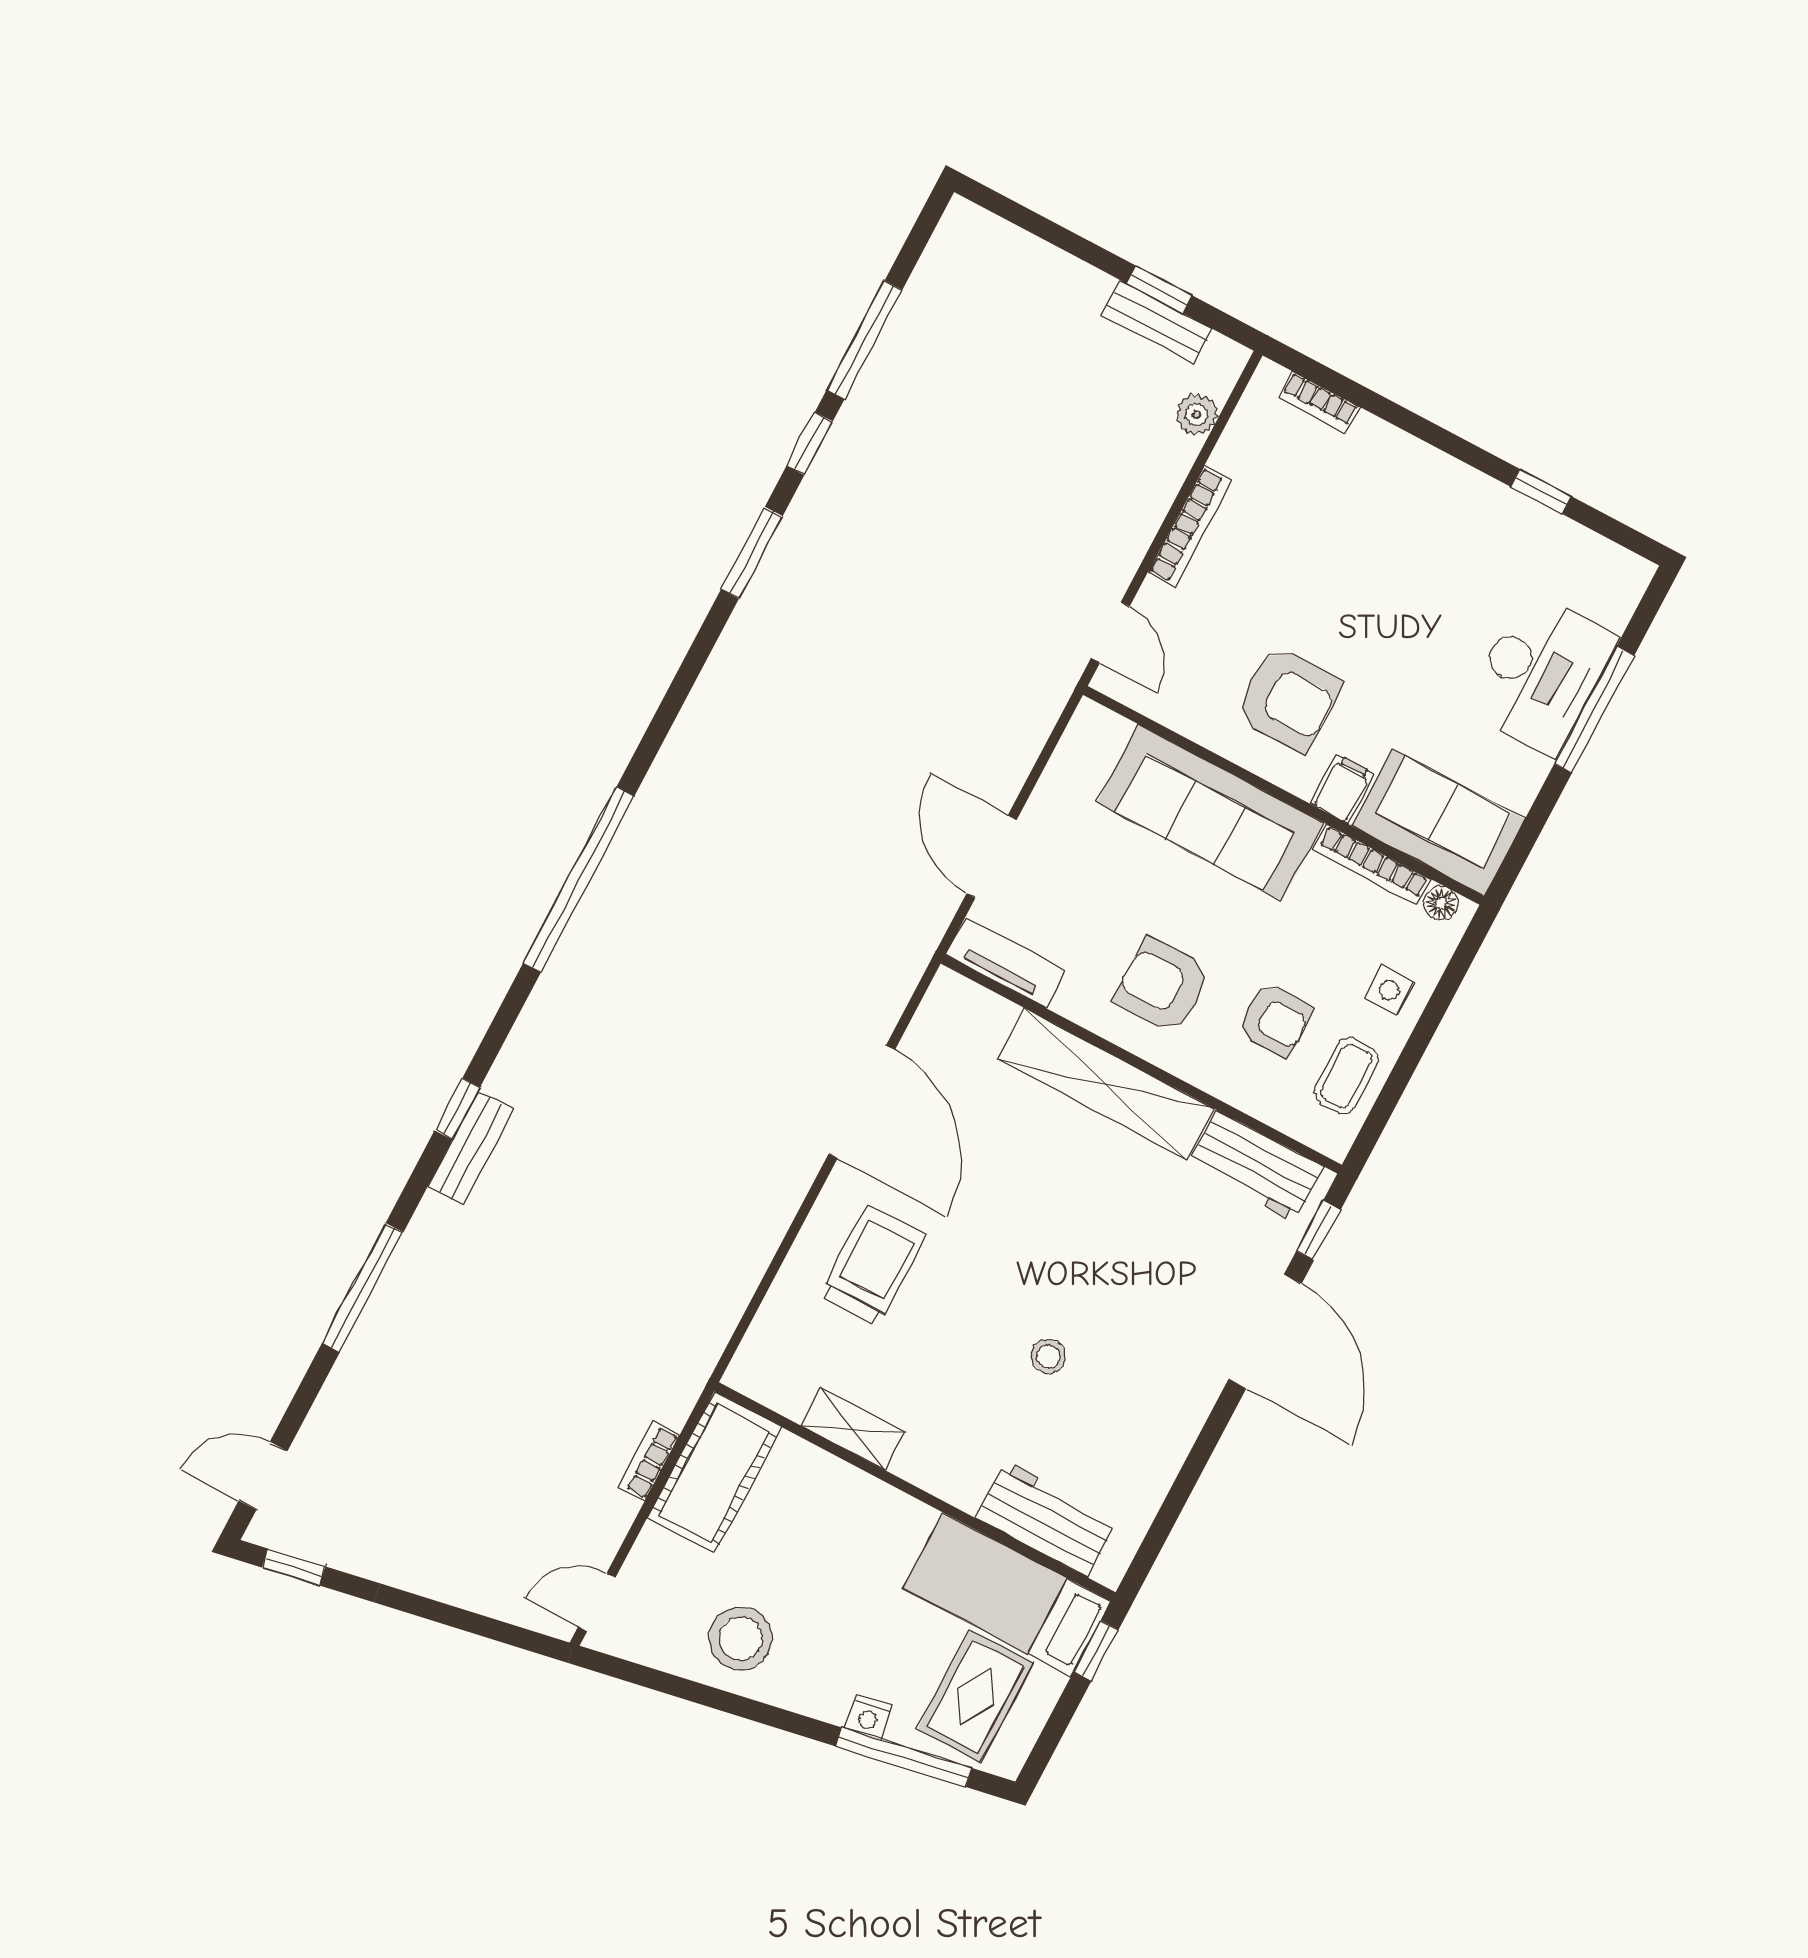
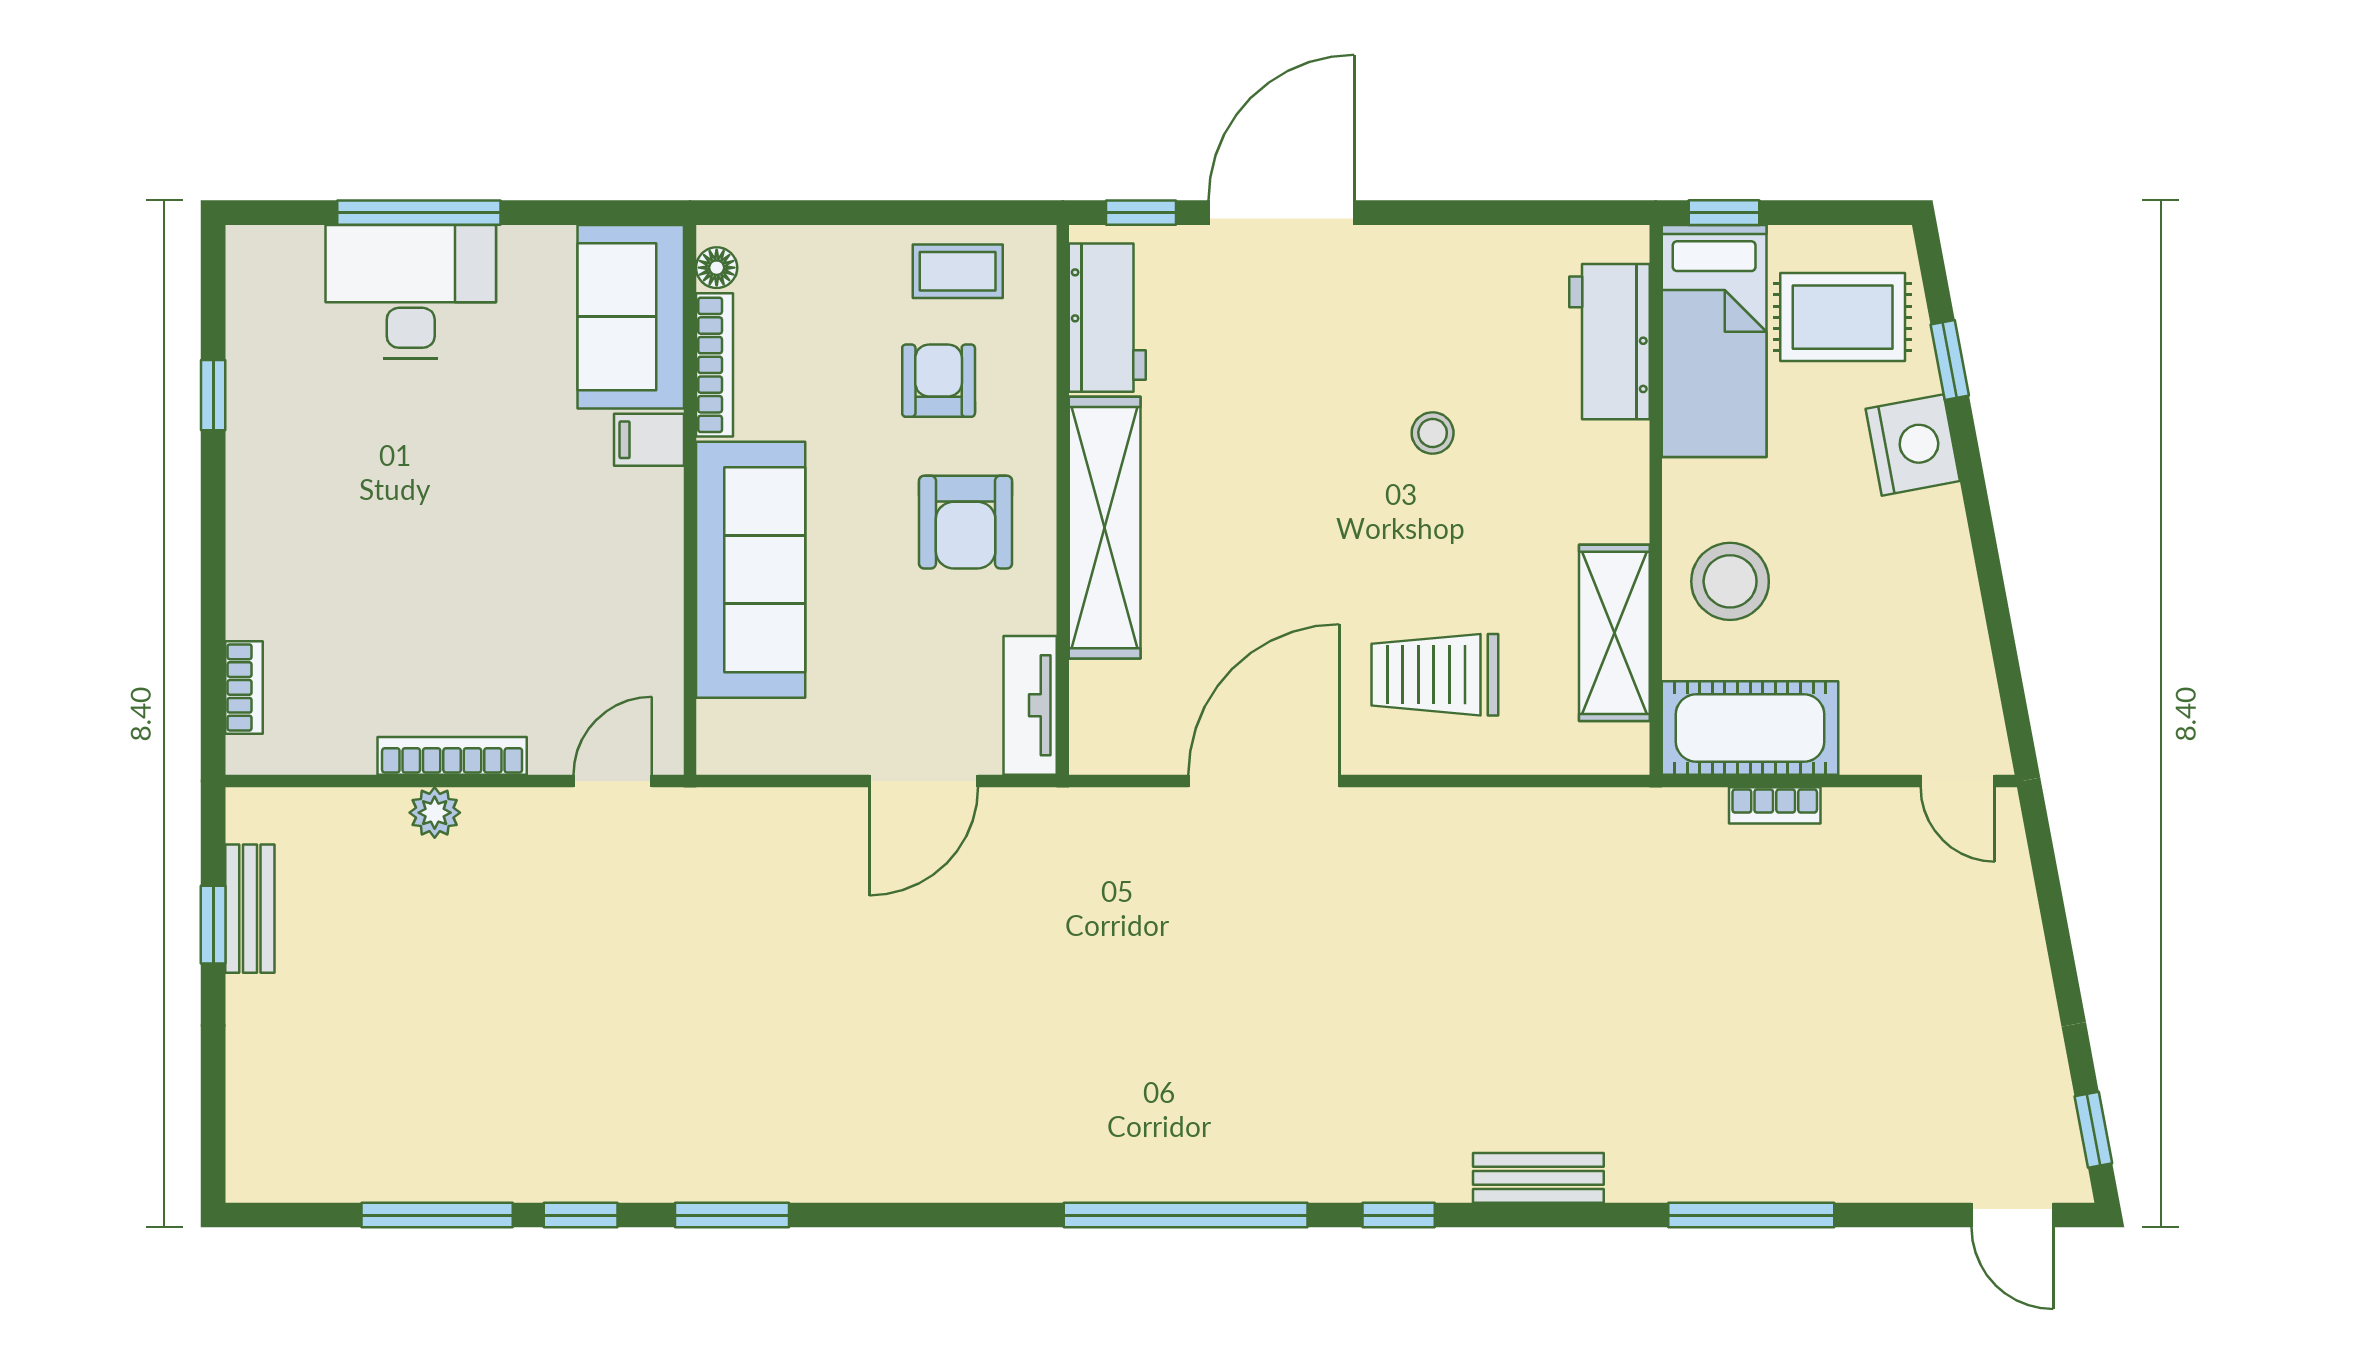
plant: (1197, 415) -> (435, 813), moved
armchair: (1288, 699) -> (583, 550), removed
side table: (1389, 990) -> (840, 274), removed
window: (457, 1109) -> (1399, 1215), moved
shelving: (853, 1429) -> (1614, 633), width x1.50, depth x1.33
stool: (741, 1639) -> (1730, 581), moved
nightstand: (868, 1717) -> (1913, 445), width x1.89, depth x1.79
window: (904, 1757) -> (1950, 360), width x0.46

